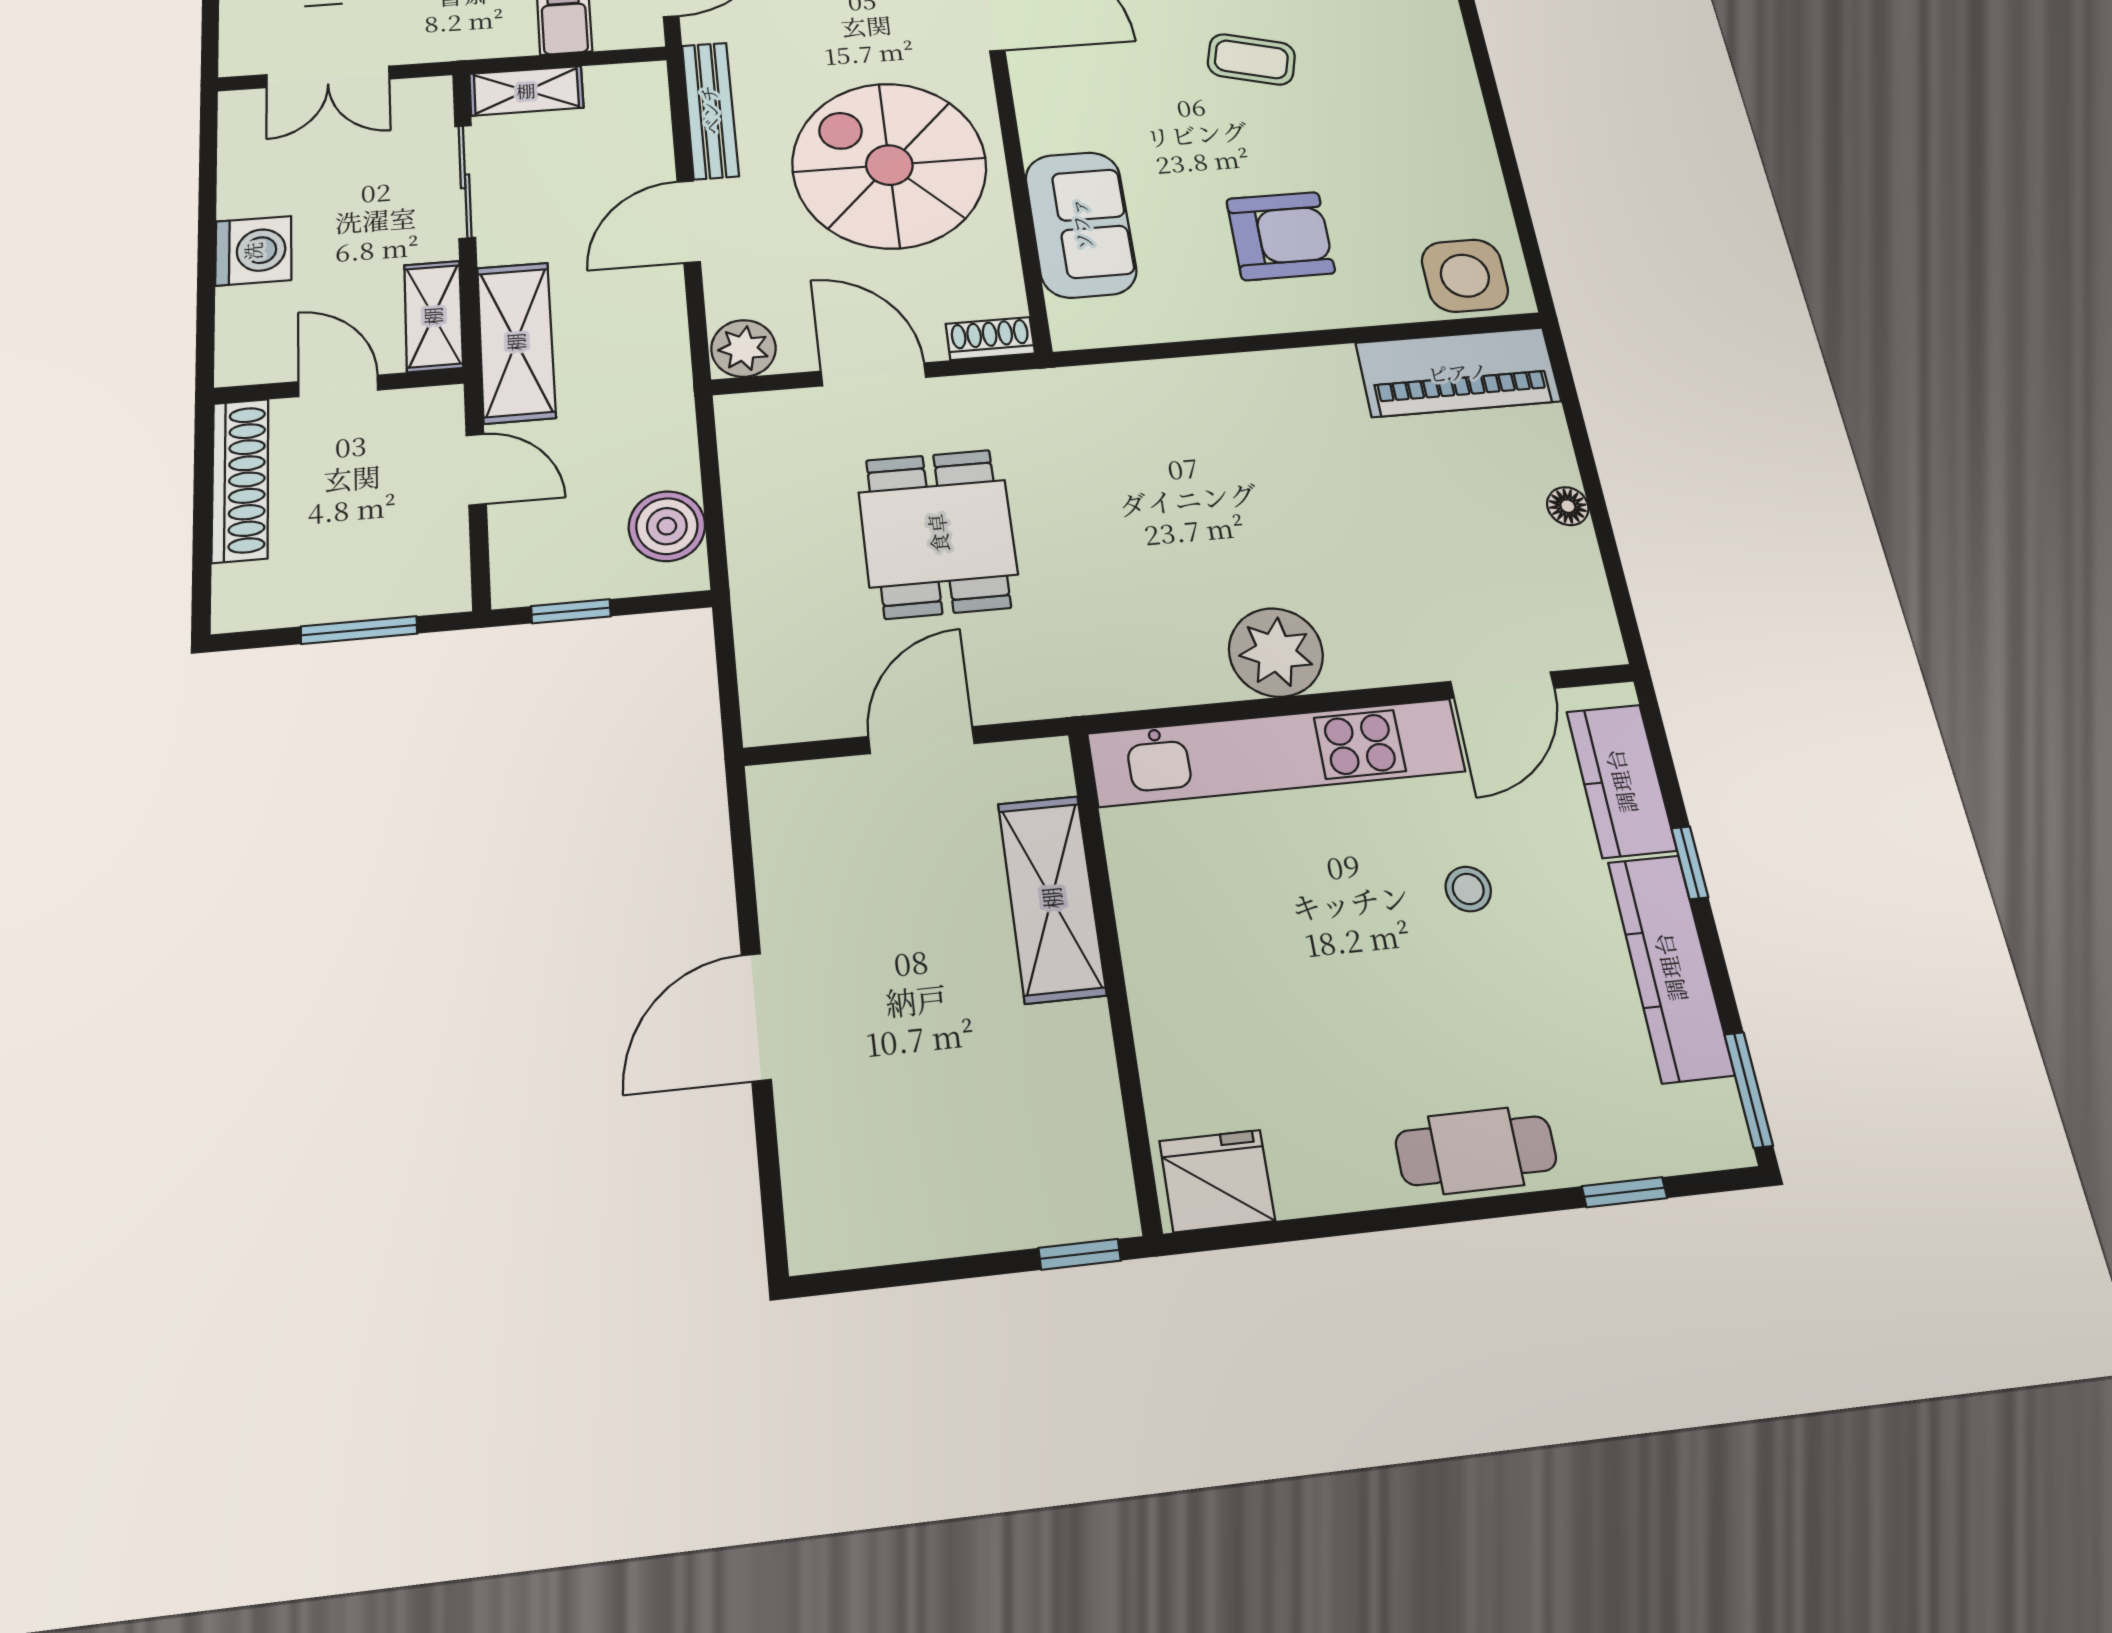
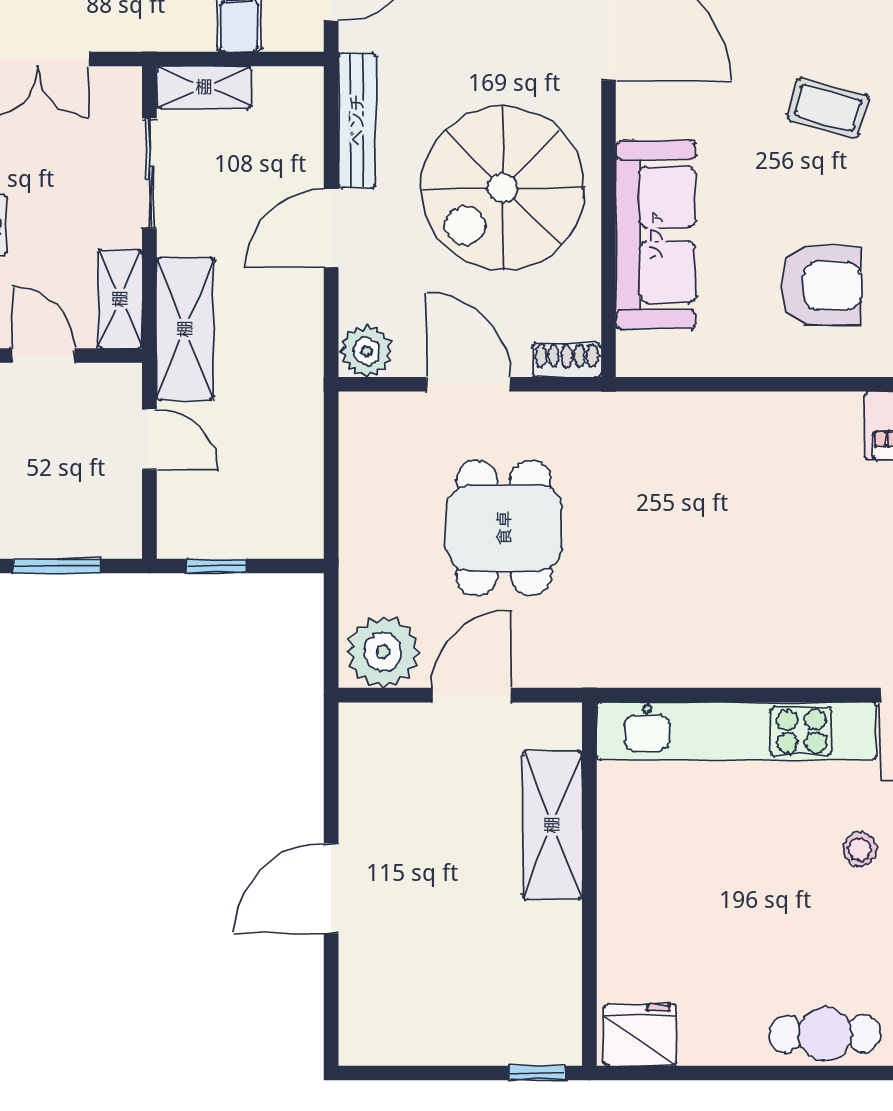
spiral stairs: (889, 165) -> (503, 188), turned -90
sofa: (1081, 224) -> (656, 235), width x1.36
boiler: (667, 526) -> (294, 502), removed
plant: (1276, 652) -> (383, 652), moved

